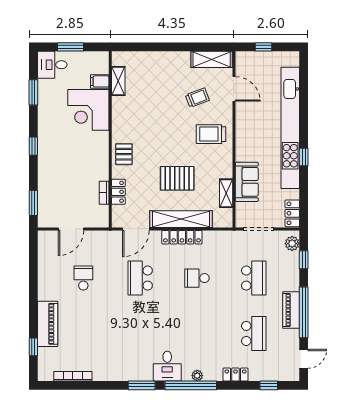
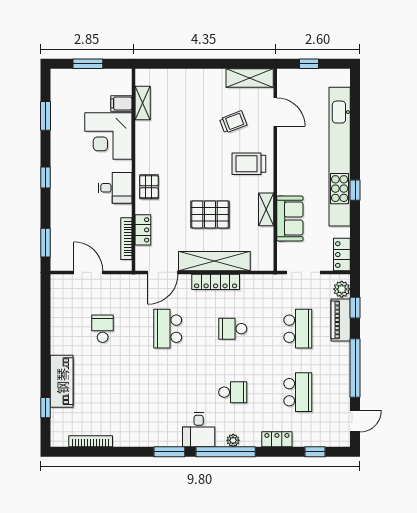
desk: (52, 65) -> (115, 188), moved, turned 180
bookcase: (104, 193) -> (126, 239), width x1.56
shelving: (226, 193) -> (266, 209), moved
door: (71, 229) -> (88, 272), swing flipped
piano: (291, 310) -> (341, 320), moved
school desk: (197, 333) -> (233, 392), added

